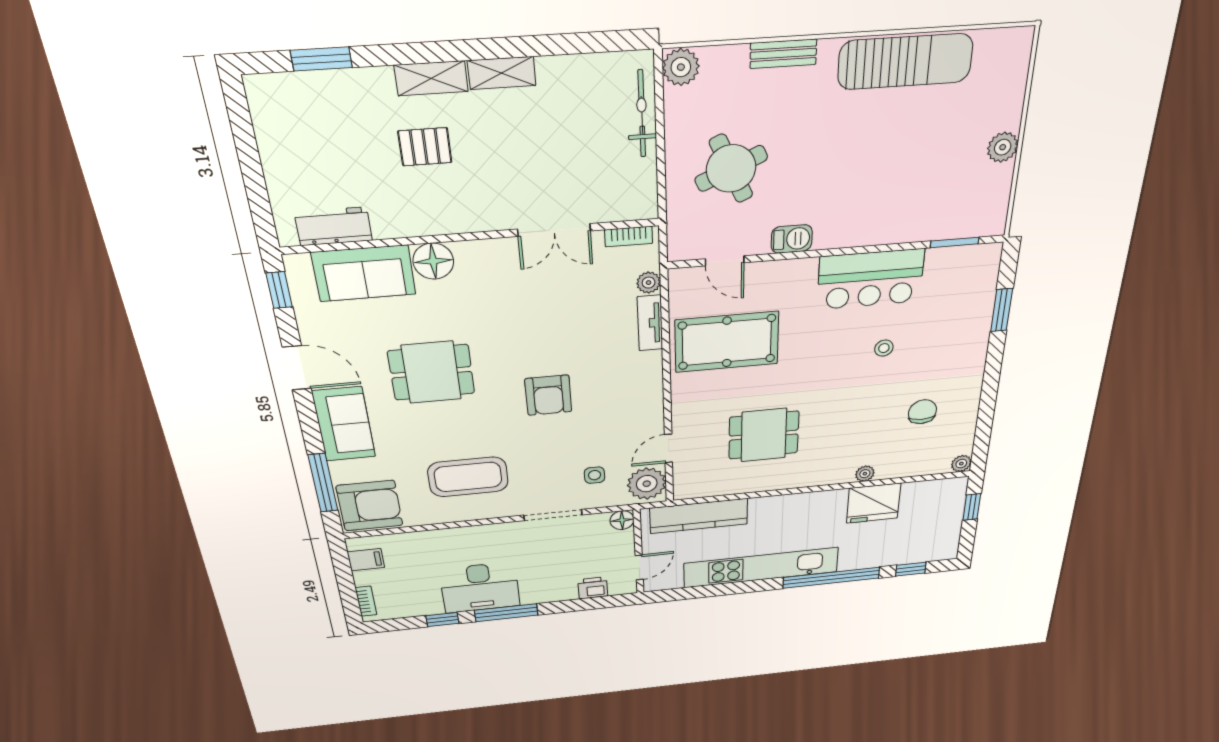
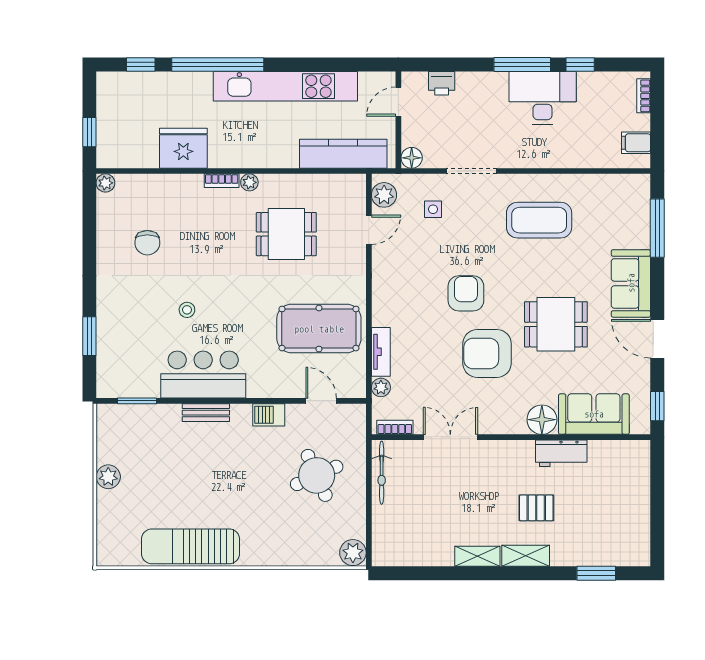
bench: (783, 54) -> (206, 413), moved
bicycle: (642, 114) -> (382, 473), moved
workbench: (333, 226) -> (561, 453), moved
plant: (865, 474) -> (249, 182), moved
bookcase: (834, 478) -> (222, 181), added
plant: (647, 484) -> (384, 195), width x0.73, depth x0.73
armchair: (370, 506) -> (487, 353), moved

